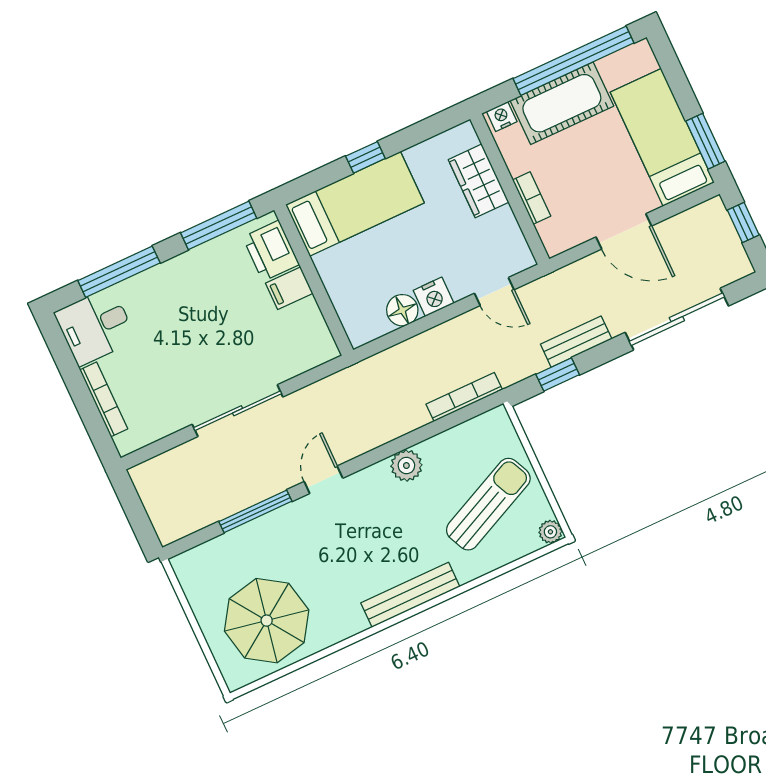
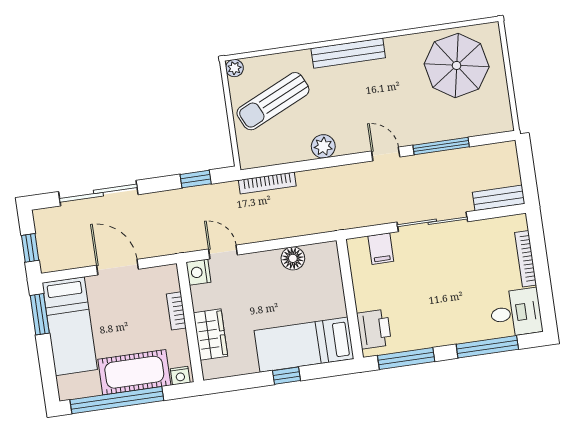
filing cabinet: (289, 288) -> (381, 249), moved, turned 90
nightstand: (434, 297) -> (198, 272), moved, turned -90
bench: (576, 342) -> (499, 198), moved
door: (323, 480) -> (386, 154), swing flipped

